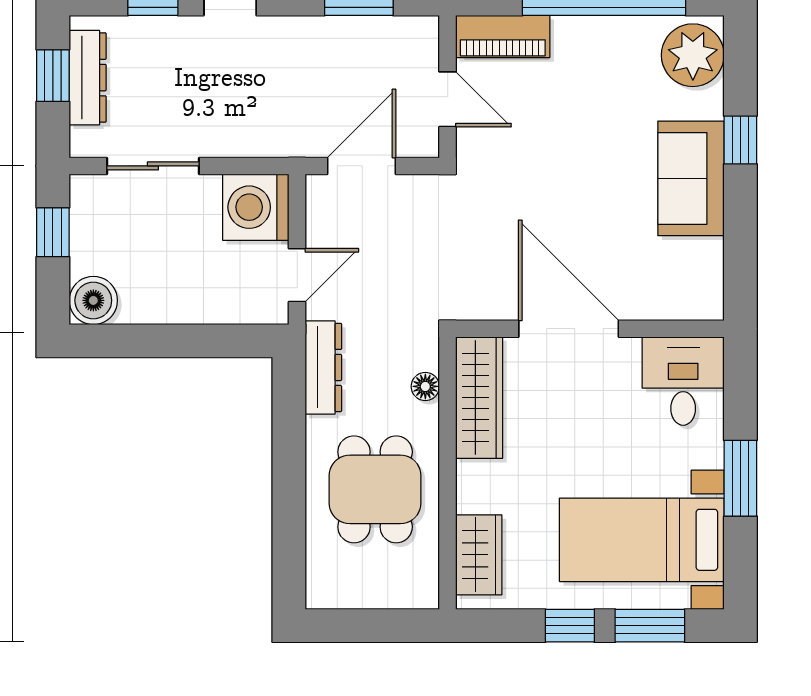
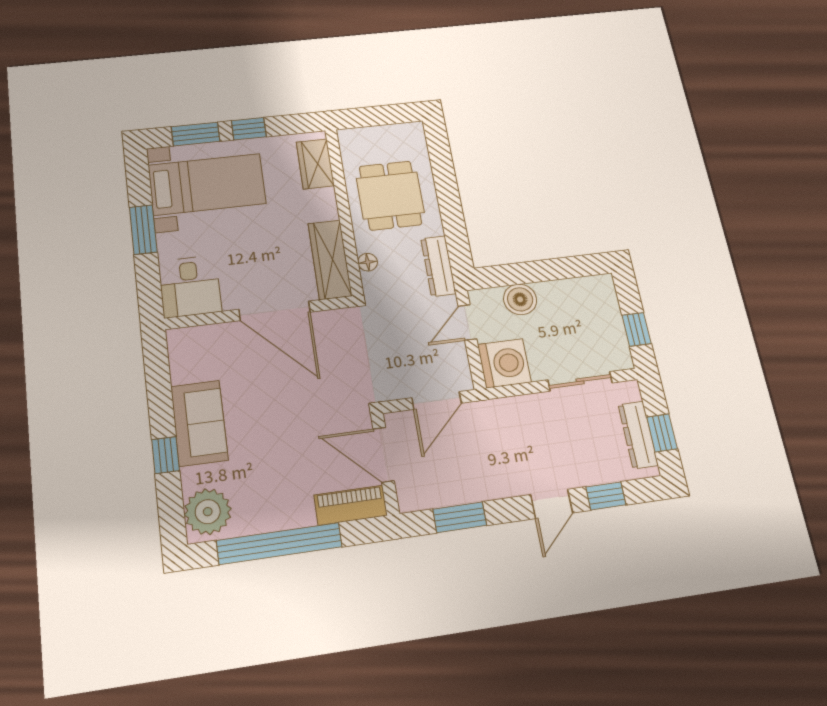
door: (448, 99) -> (384, 455), width x1.38
boiler: (93, 300) -> (520, 299), moved

